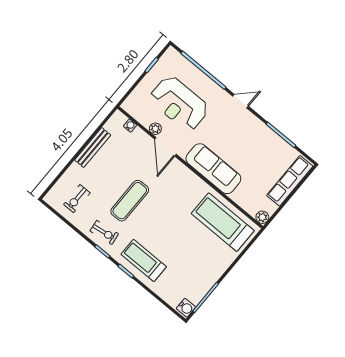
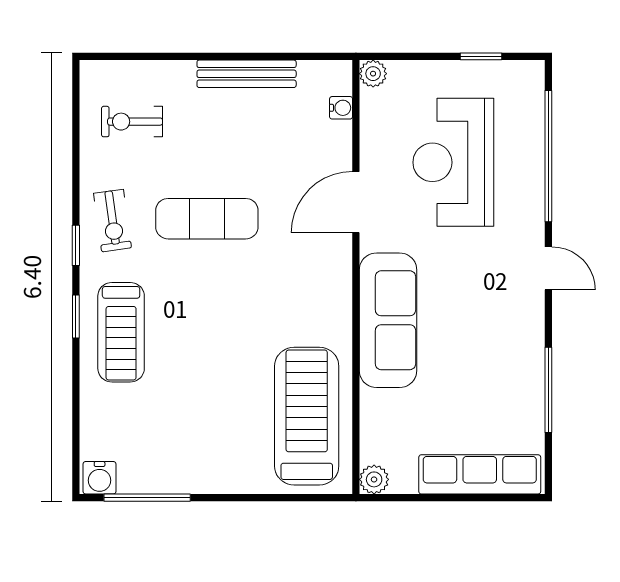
plant: (155, 129) -> (373, 74), moved
treadmill: (144, 260) -> (121, 332), turned 180

